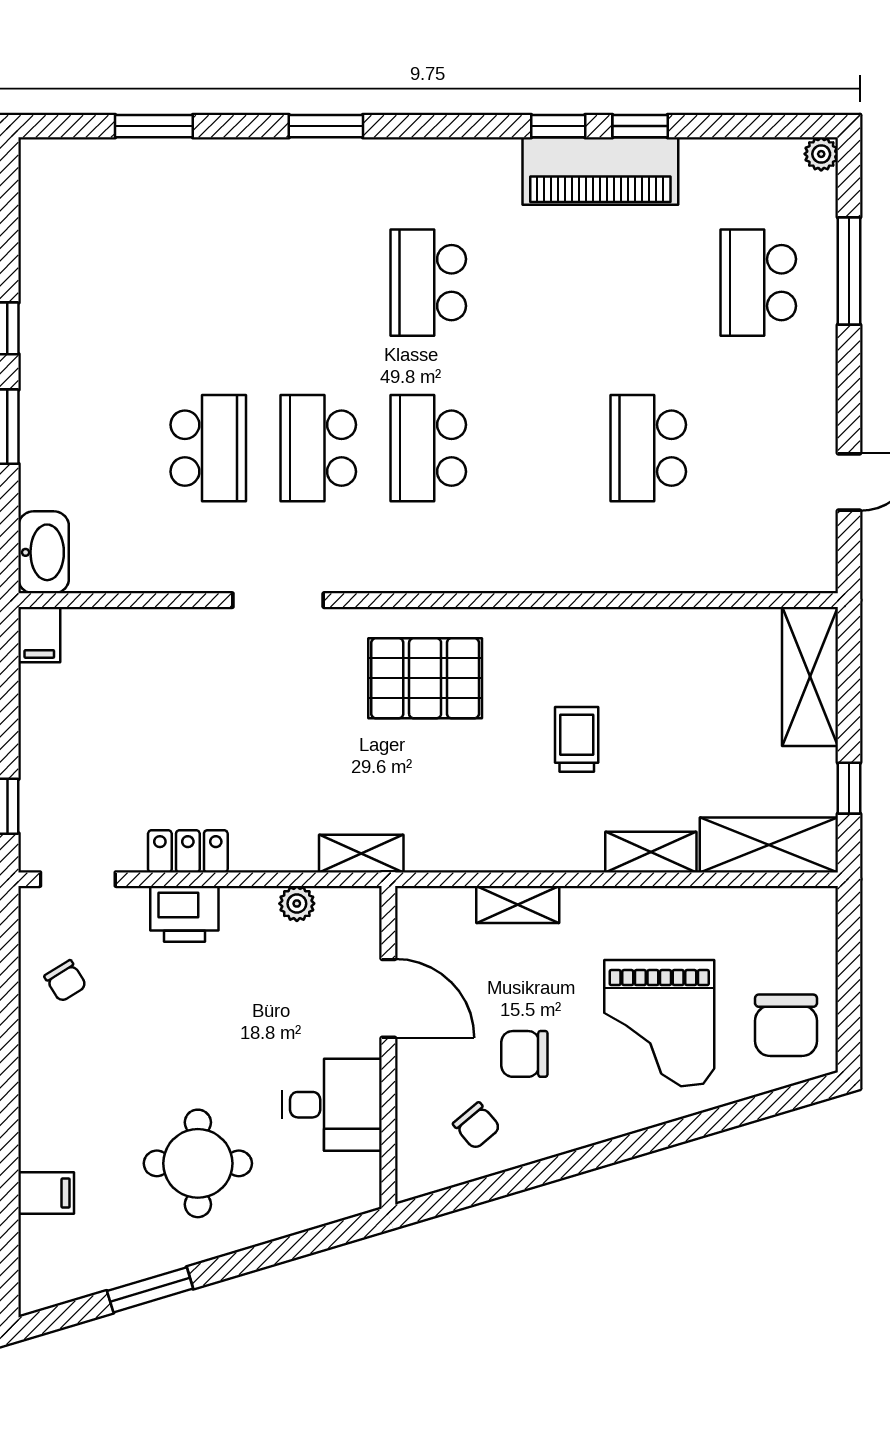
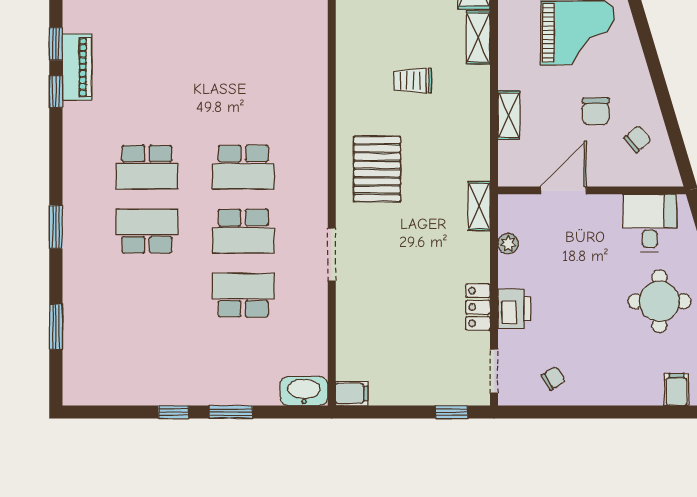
piano: (600, 171) -> (77, 67), width x0.73, depth x0.75
school desk: (648, 448) -> (147, 231), moved, turned 180
desk: (332, 1105) -> (650, 223), moved

